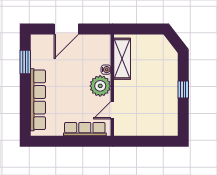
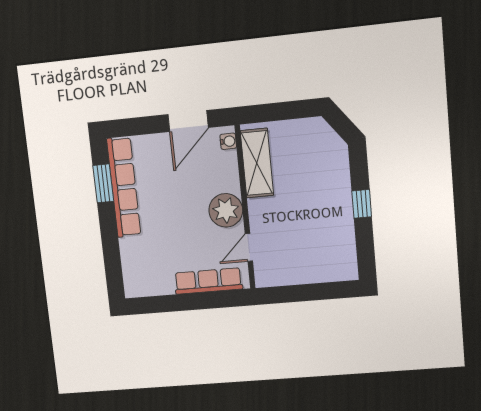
door: (66, 29) -> (188, 121), moved
water cooler: (106, 70) -> (228, 141), moved
row of seats: (38, 100) -> (124, 187), moved

